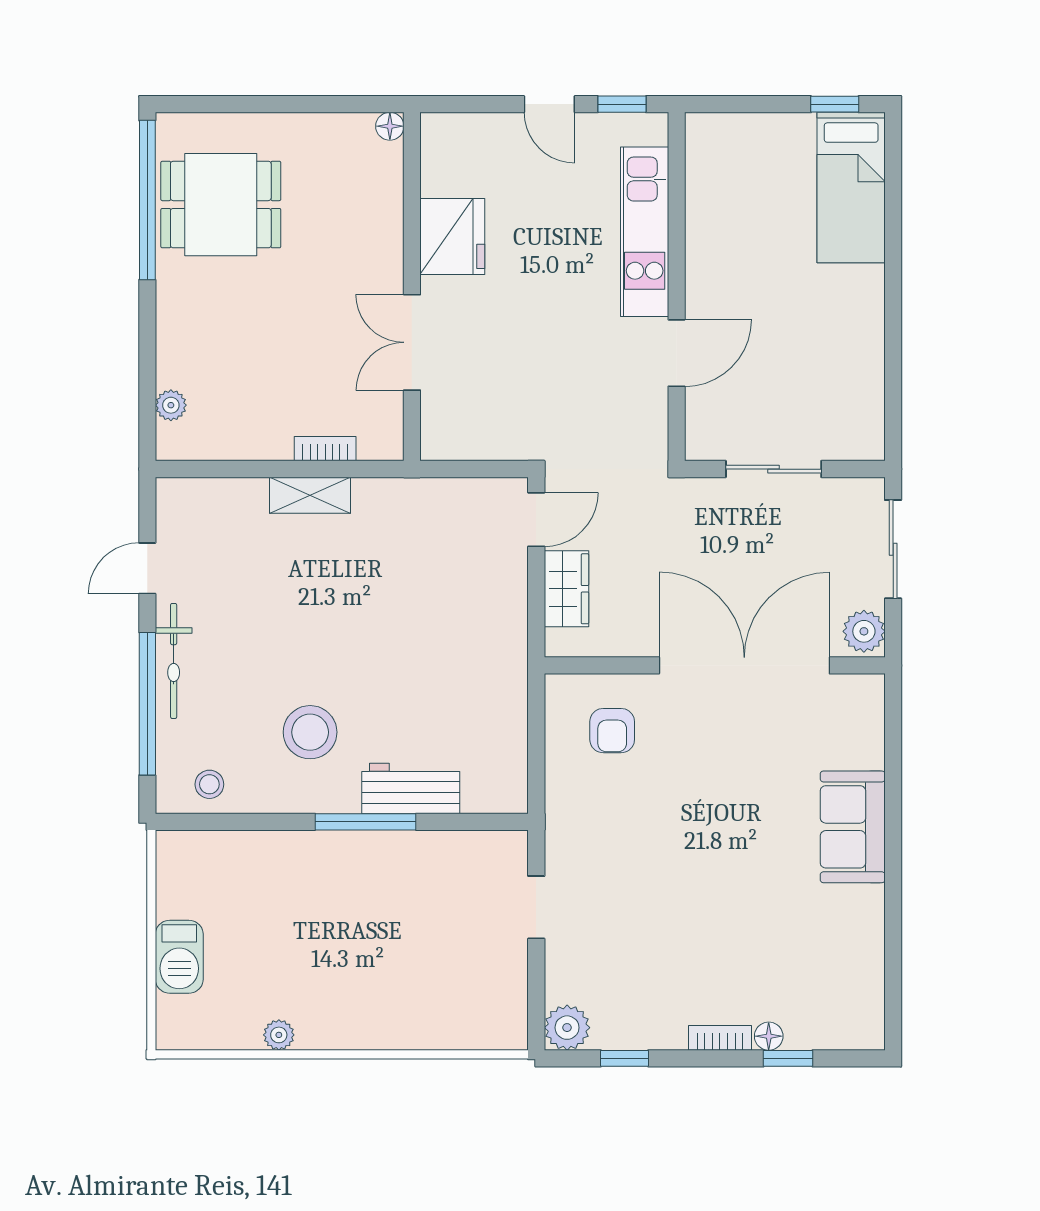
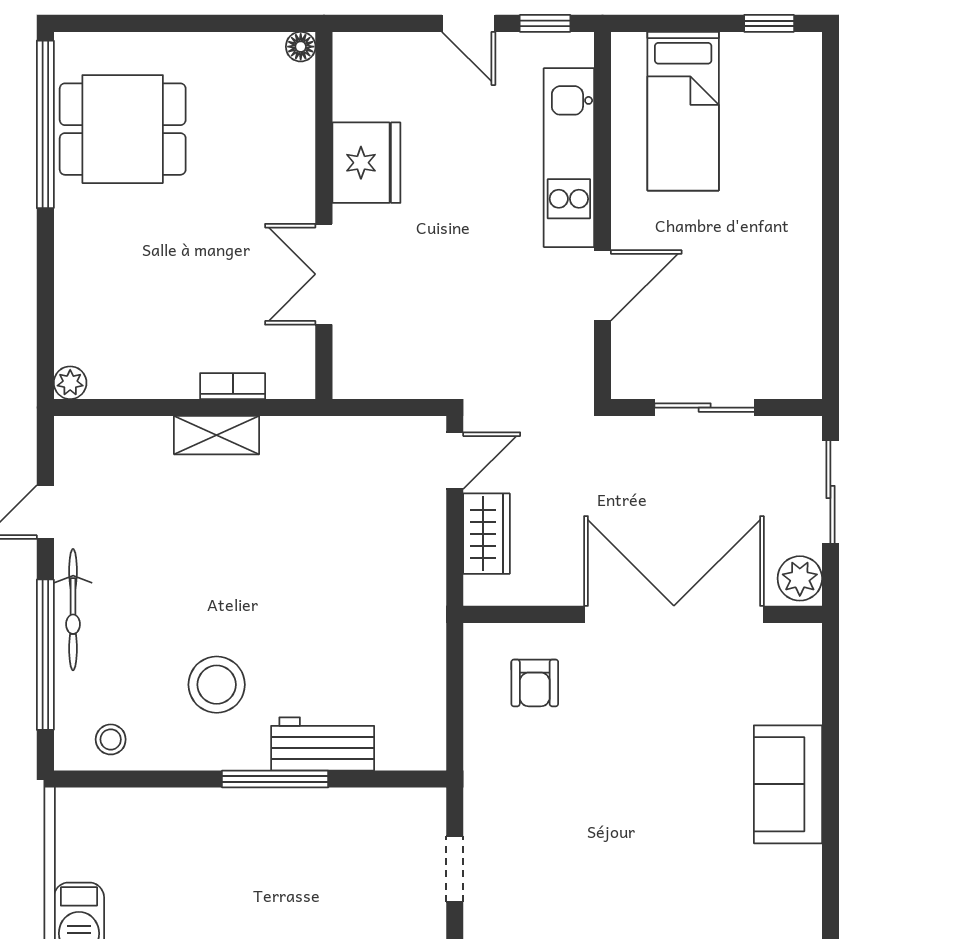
bed: (851, 188) -> (683, 111), moved
plant: (171, 405) -> (70, 383), moved

